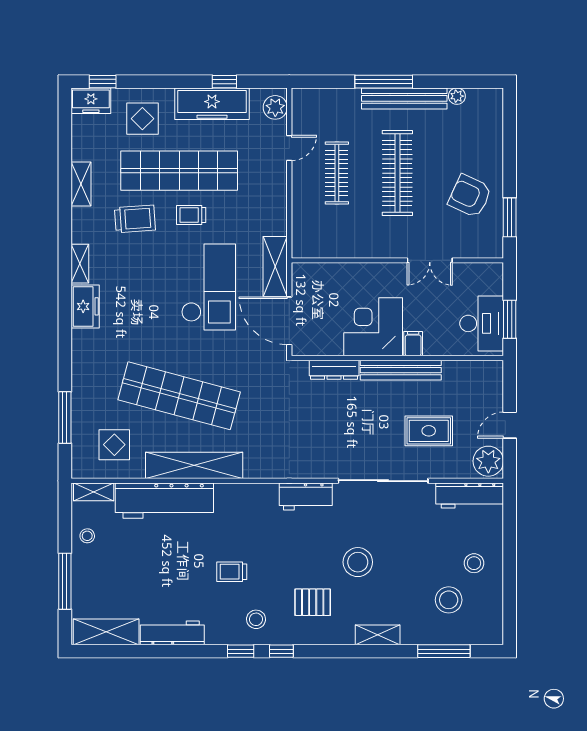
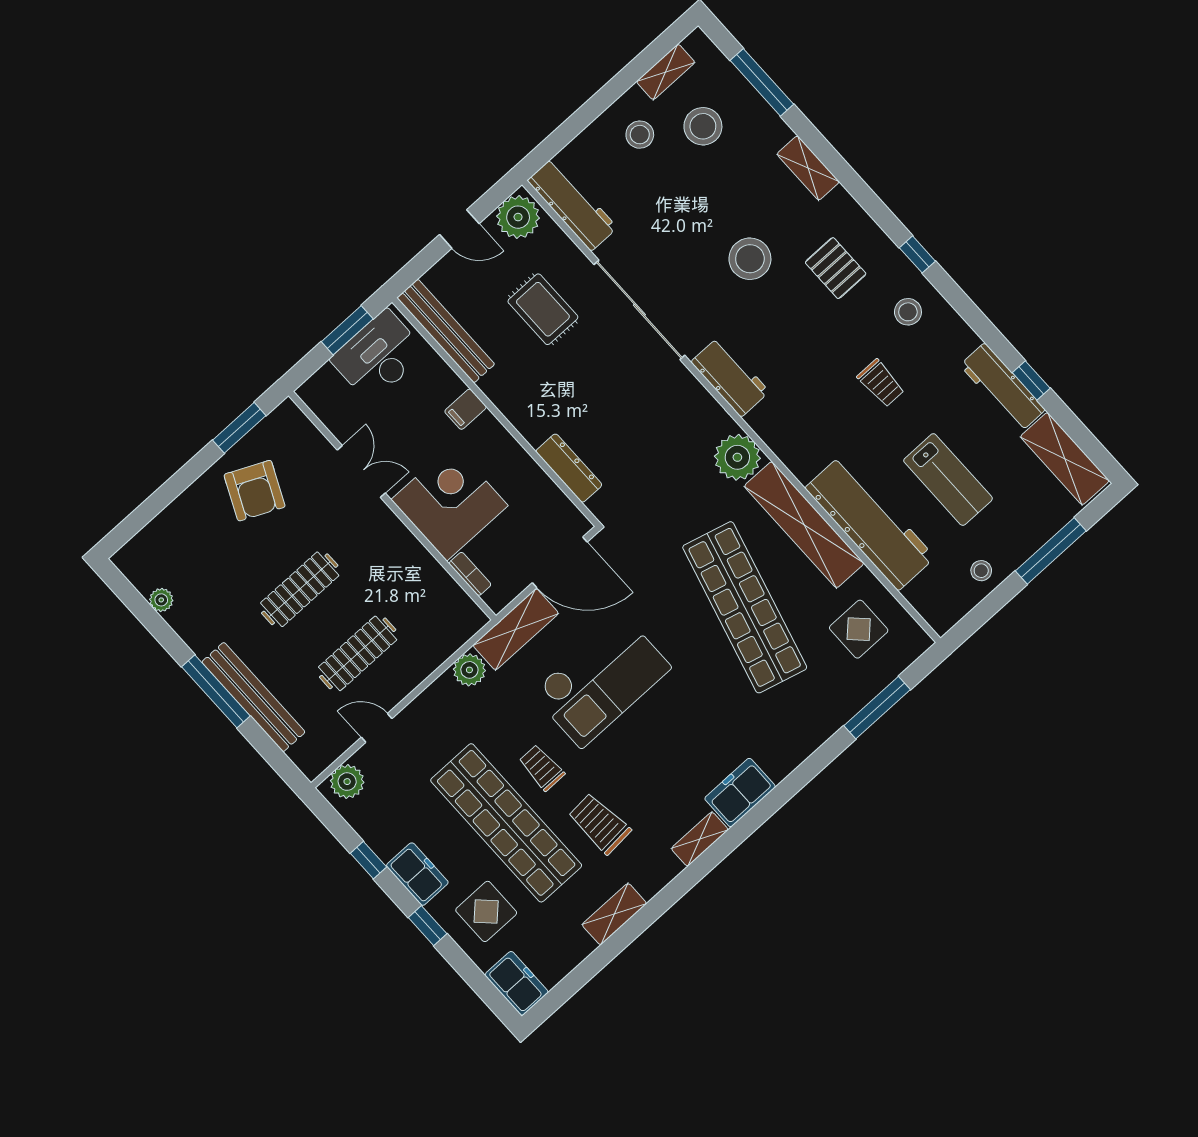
window: (103, 82) -> (428, 926), moved
bench: (404, 98) -> (253, 697), moved
freezer: (212, 104) -> (417, 874), width x0.52, depth x0.79
clothes rail: (397, 173) -> (300, 589), width x0.73, depth x0.76
trolley: (191, 215) -> (542, 768), turned 180
plant: (276, 223) -> (469, 670), added
bookcase: (325, 269) -> (470, 574), added
checkout: (209, 287) -> (601, 680), turned 180
door: (289, 321) -> (560, 562), hinge flipped
corner desk: (373, 327) -> (450, 503), moved, turned 180
bench: (401, 370) -> (446, 331), moved
plant: (261, 462) -> (737, 457), added
shelving: (94, 492) -> (666, 72), moved, turned 90
lab bench: (150, 561) -> (948, 480), added
window: (241, 651) -> (1031, 380), moved

